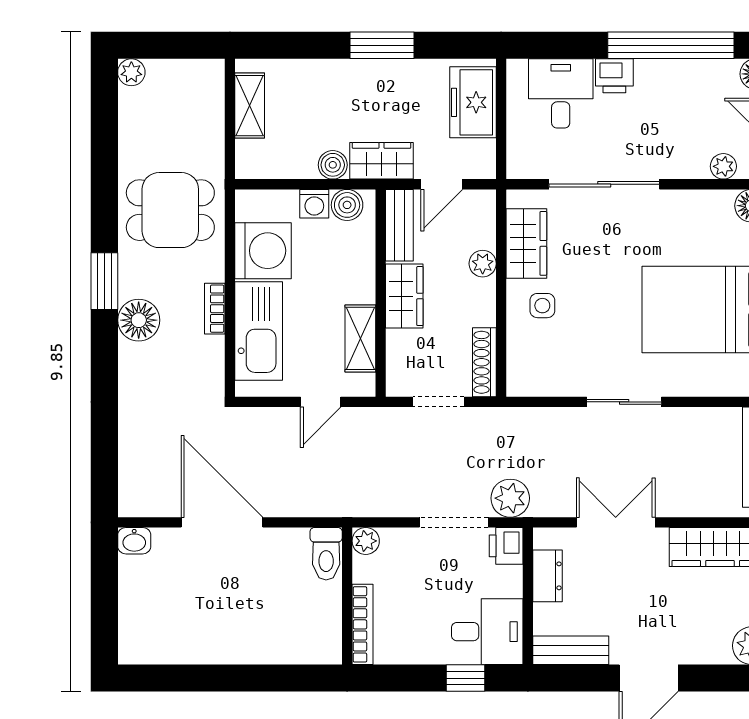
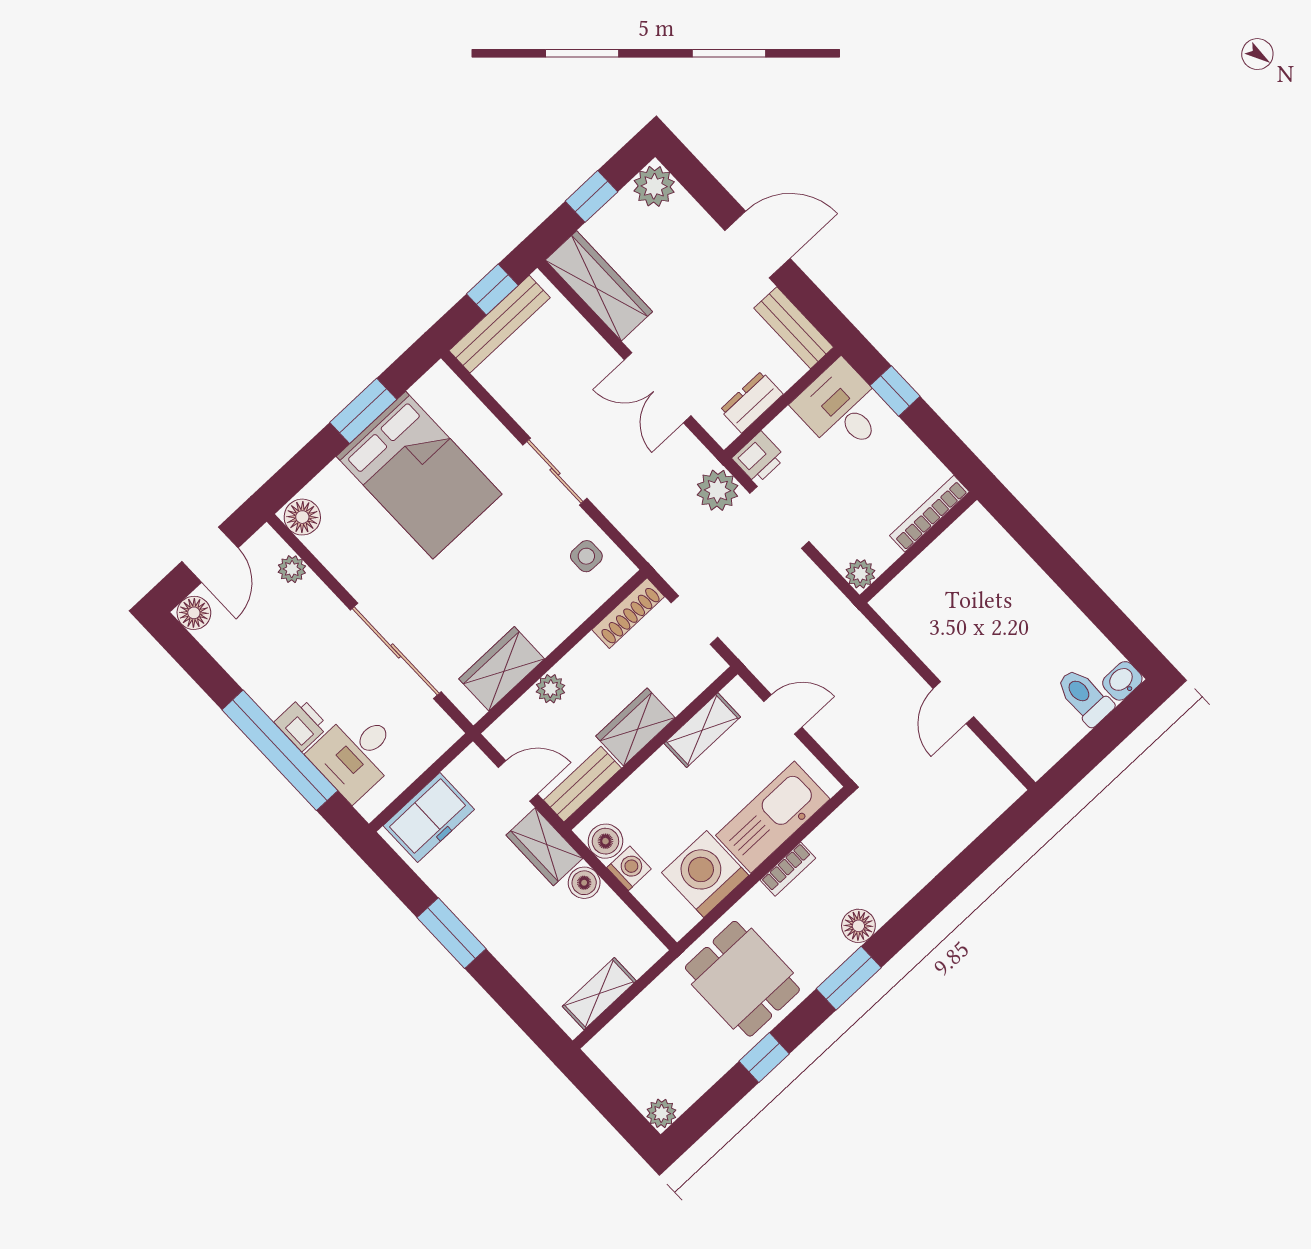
window: (671, 45) -> (280, 750), moved
window: (104, 175) -> (764, 1057), added
side table: (542, 306) -> (586, 556), moved
floor lamp: (139, 320) -> (858, 926), width x0.73, depth x0.73
door: (222, 522) -> (953, 703), width x0.53
washbasin: (134, 541) -> (1122, 681), moved, turned -90
toilet: (326, 554) -> (1084, 697), moved, turned -90

